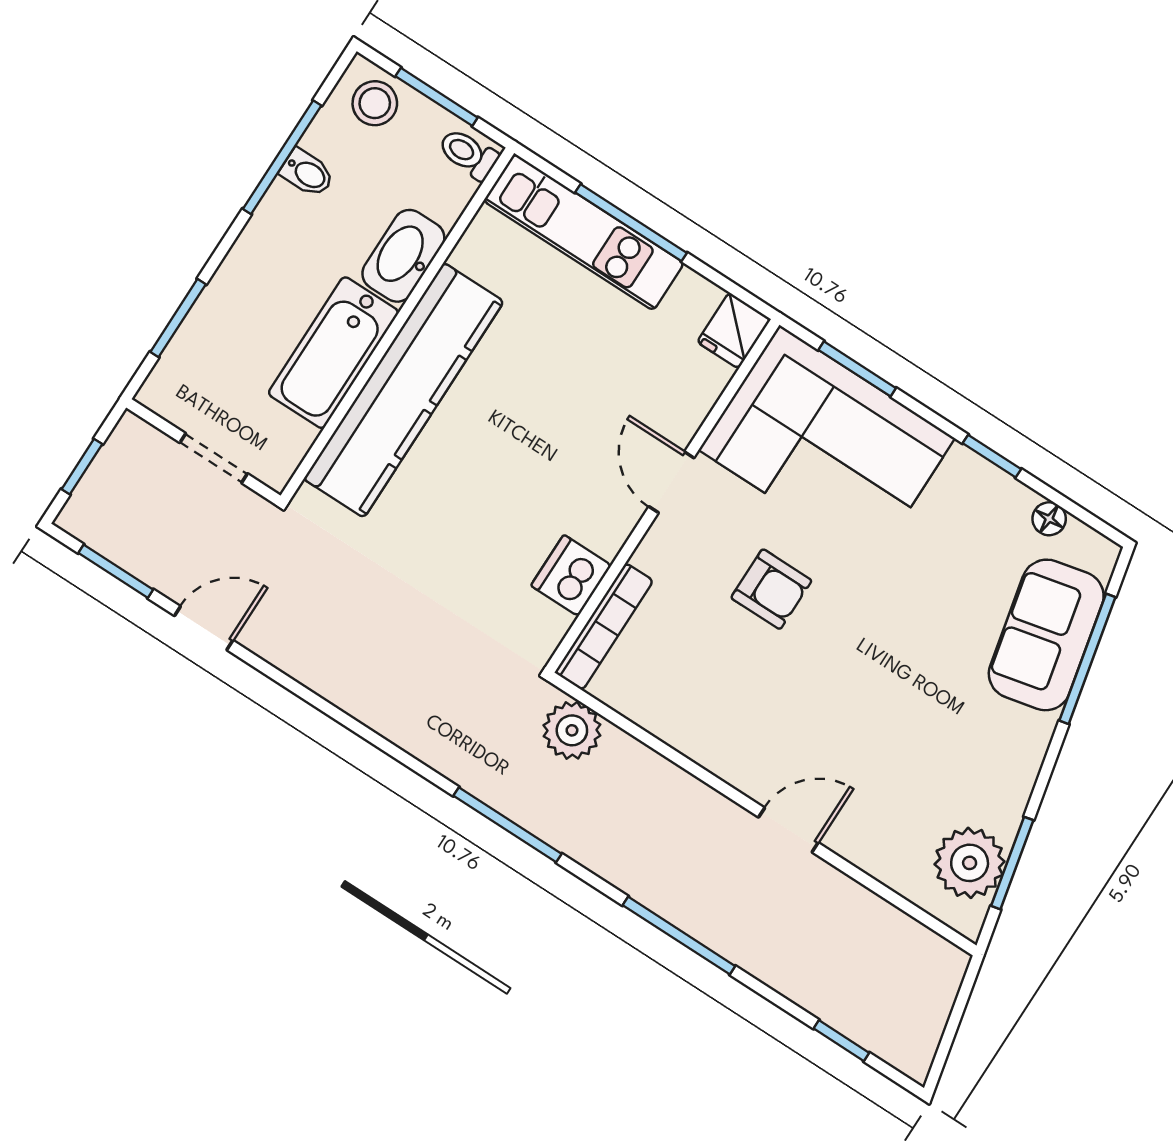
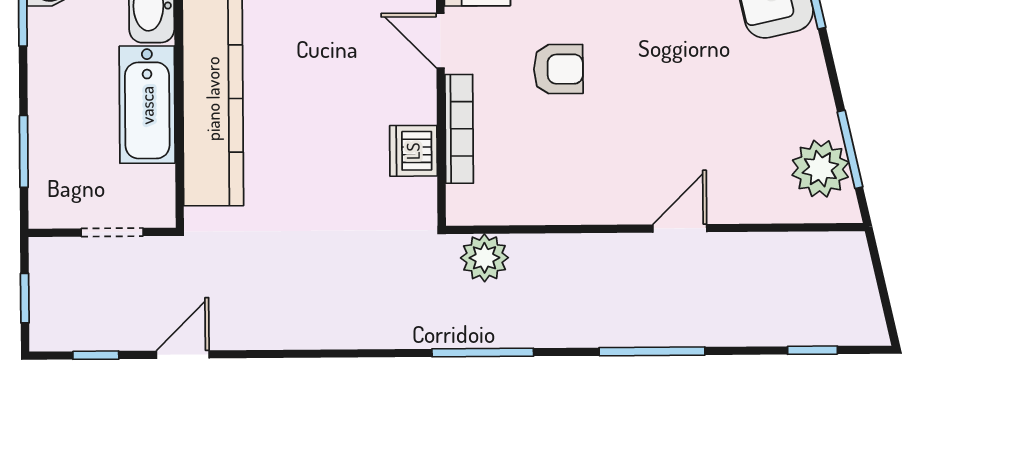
window: (116, 571) -> (96, 355), width x0.67
bookcase: (604, 627) -> (459, 129), moved

